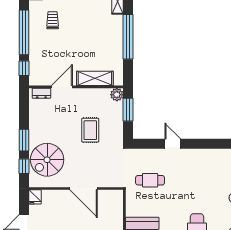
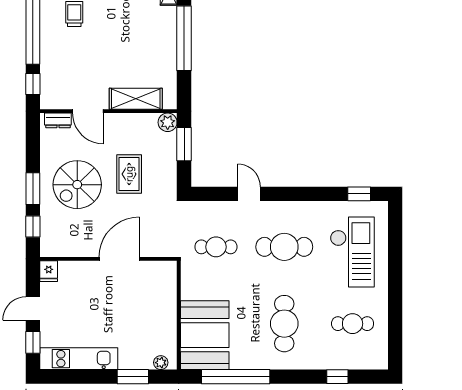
door: (62, 87) -> (88, 111), swing flipped
spiral stairs: (47, 160) -> (77, 185), moved
cafe table: (197, 180) -> (284, 247), added
door: (83, 188) -> (119, 259), swing flipped

